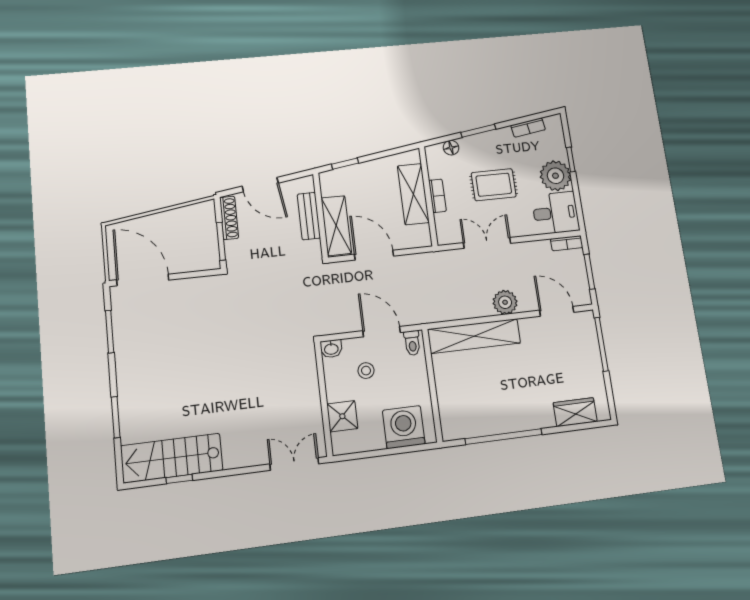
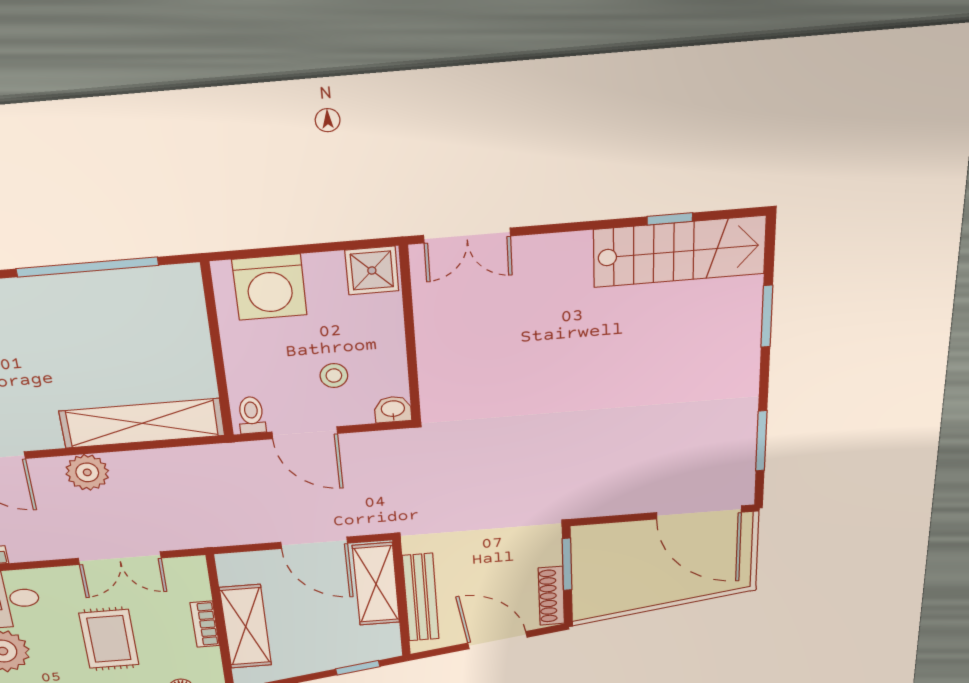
rug: (494, 185) -> (109, 639), turned 90
bench: (309, 216) -> (421, 598), width x1.36
shower: (342, 416) -> (372, 271), moved

